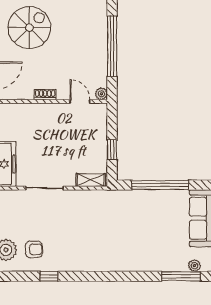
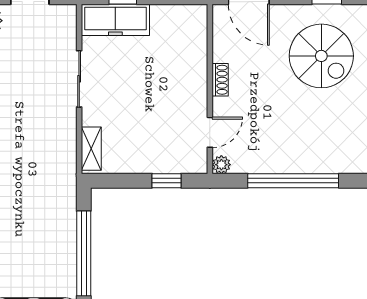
window: (112, 150) -> (167, 181), moved

